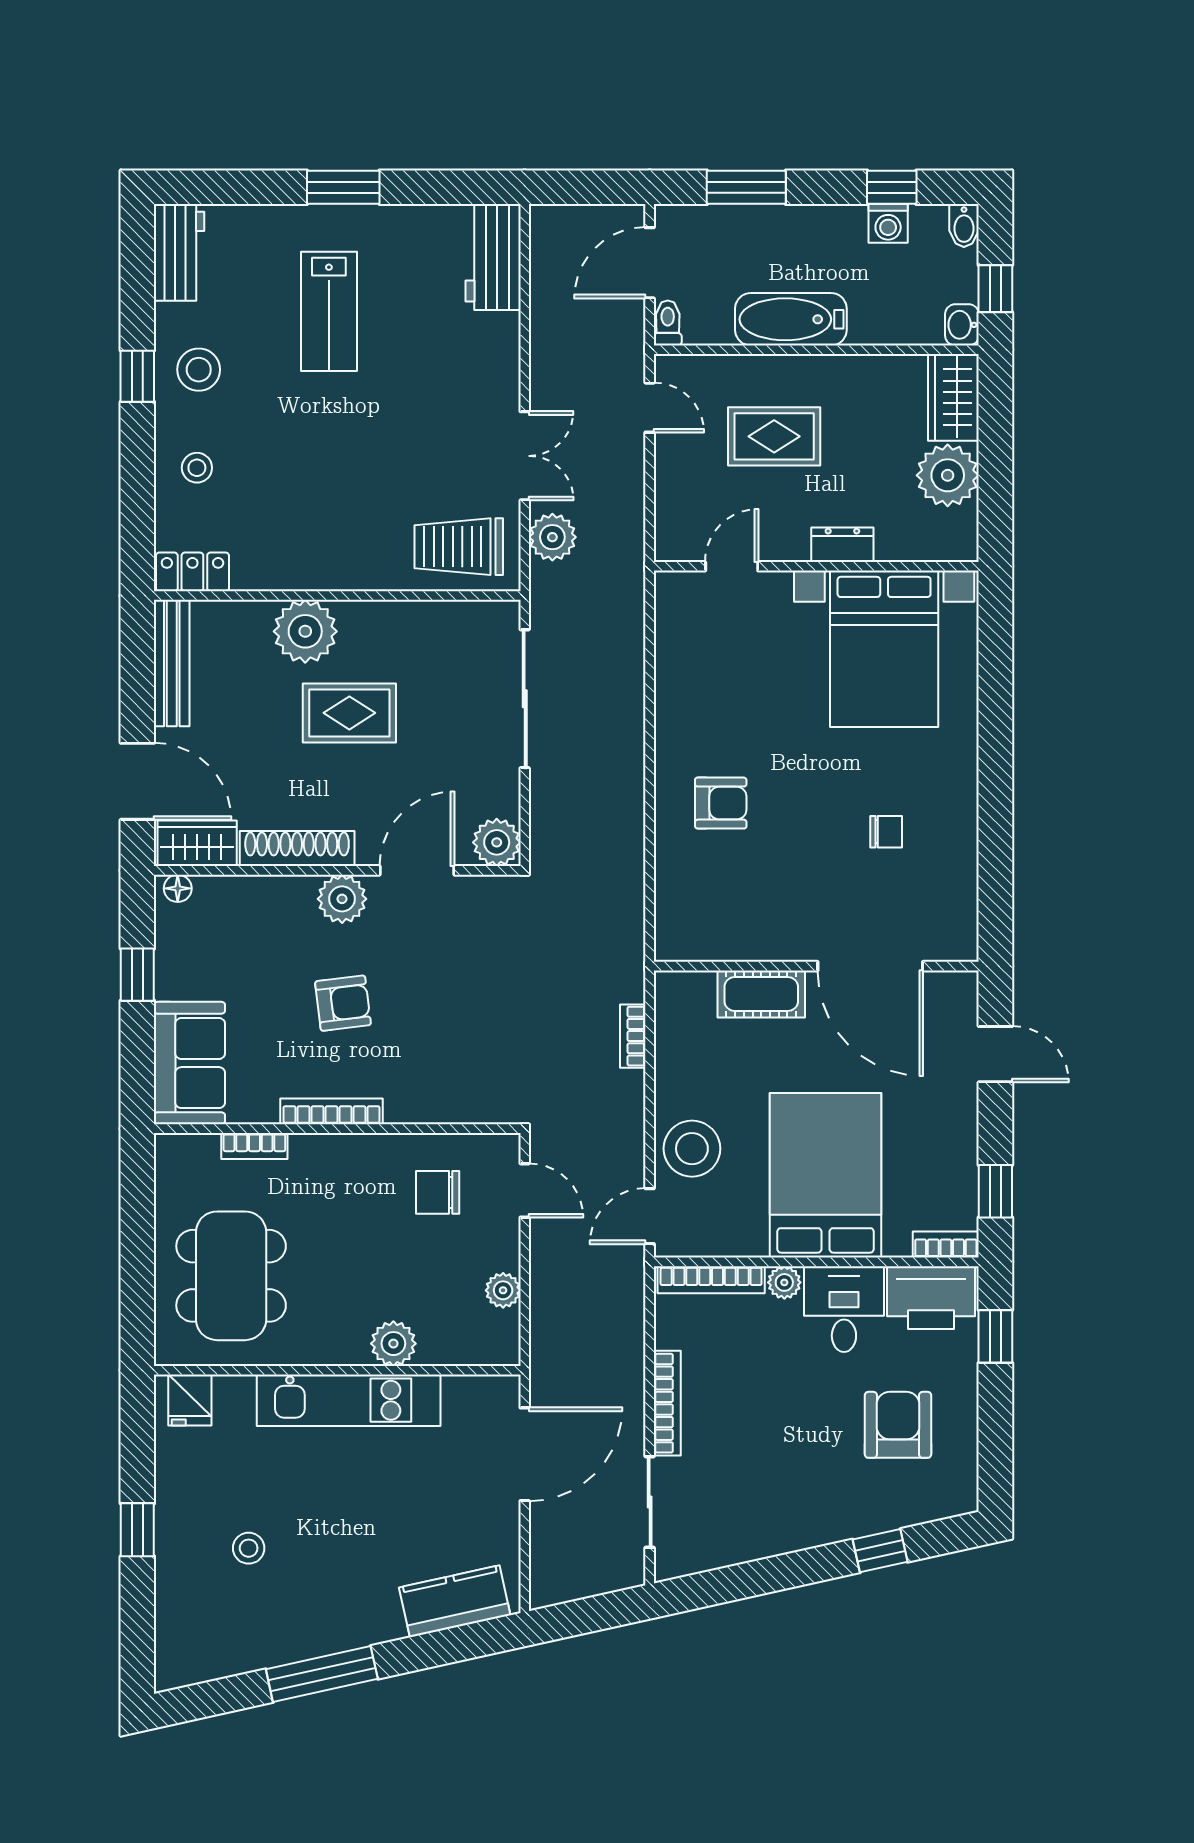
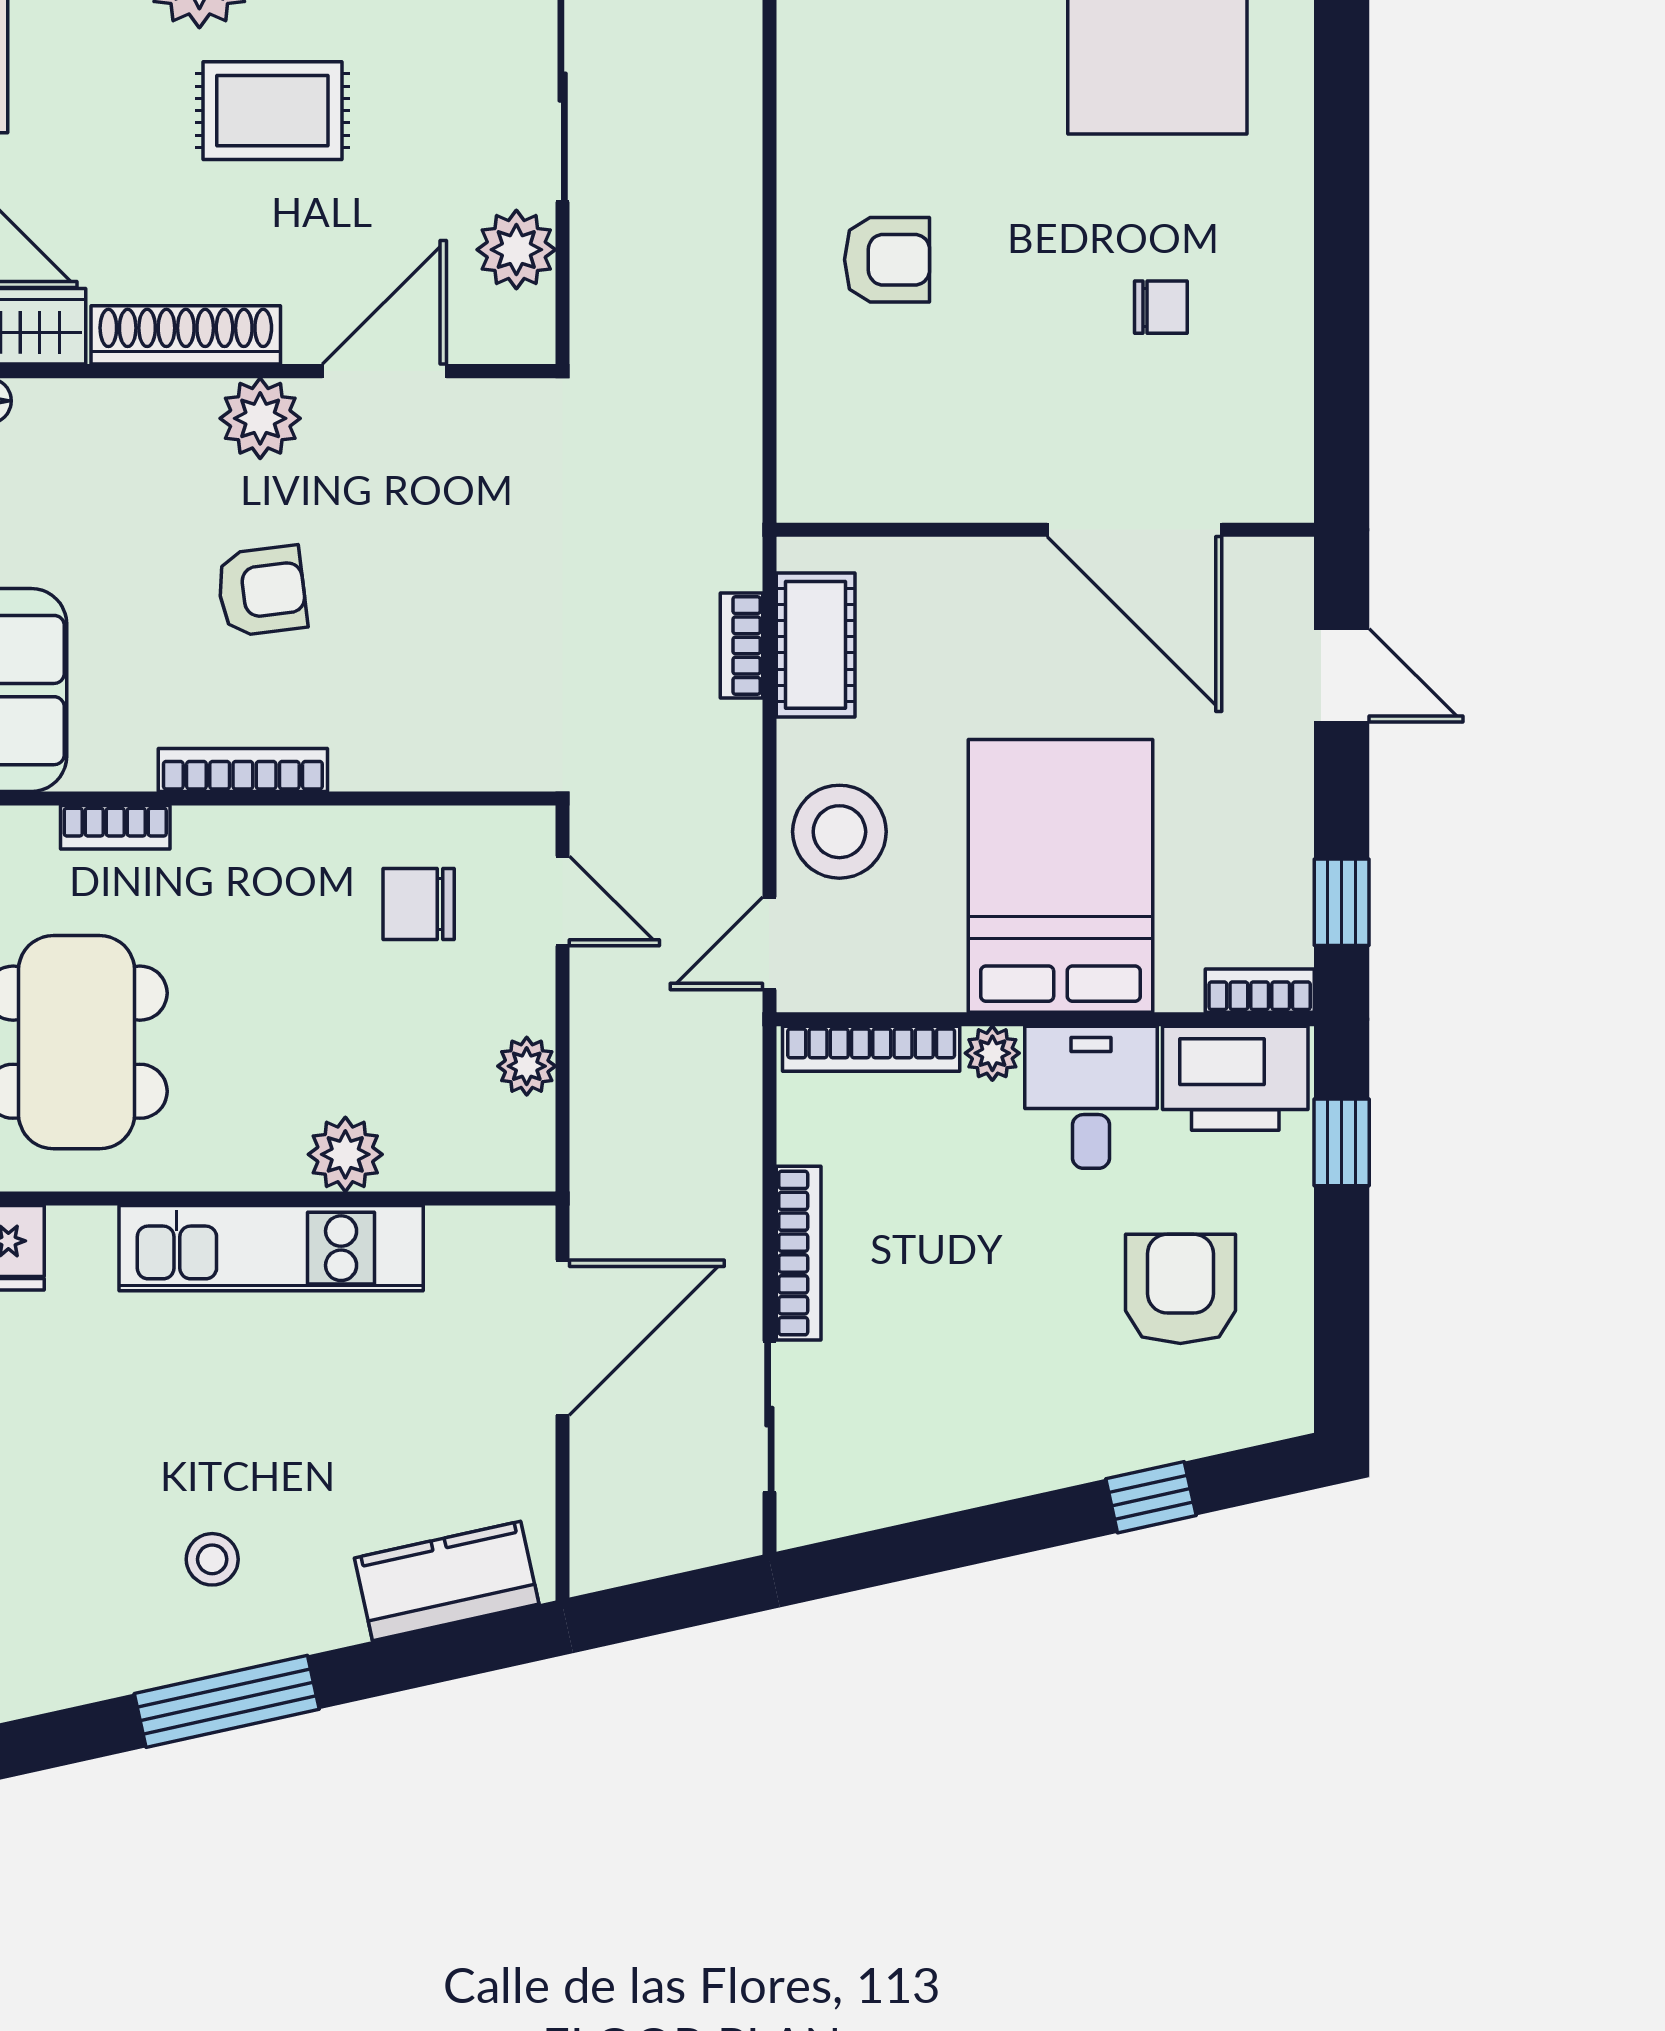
plant: (497, 842) -> (516, 250), moved
cot: (761, 994) -> (816, 645), moved, turned 90
stool: (249, 1548) -> (212, 1559), moved

